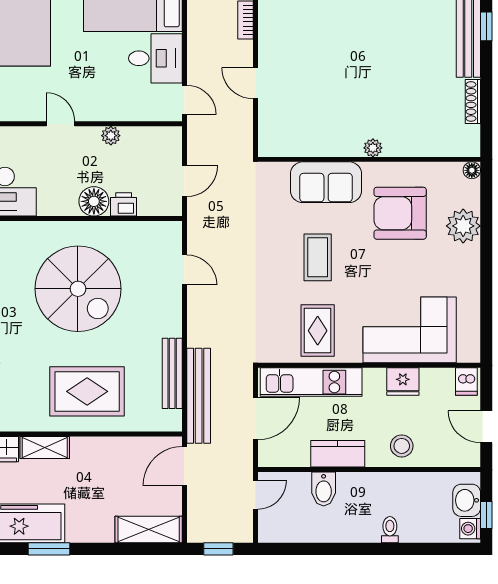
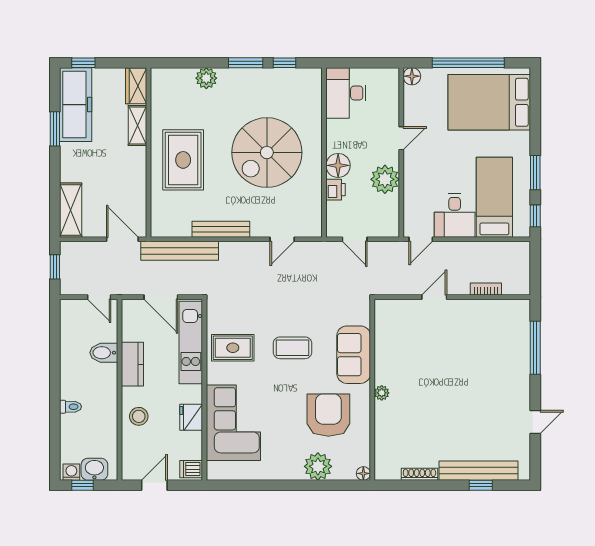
plant: (111, 136) -> (385, 179), width x1.88, depth x1.88
bench: (172, 373) -> (221, 229), moved

